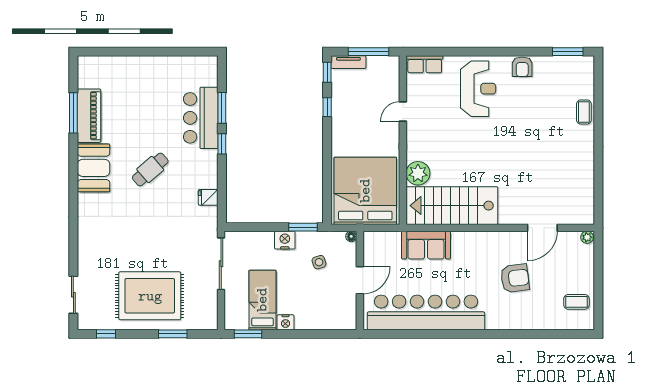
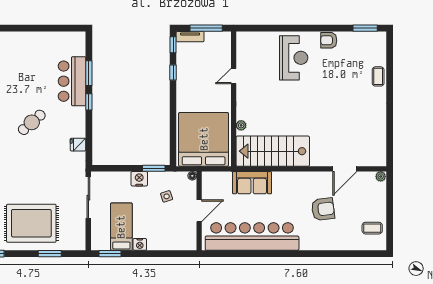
row of seats: (425, 64) -> (251, 38), removed
armchair: (522, 67) -> (329, 40), turned 90
plant: (418, 173) -> (241, 125), width x0.53, depth x0.53

